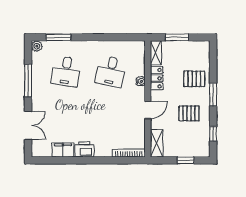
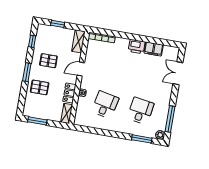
window: (177, 37) -> (37, 121), moved
window: (28, 81) -> (170, 119), moved

